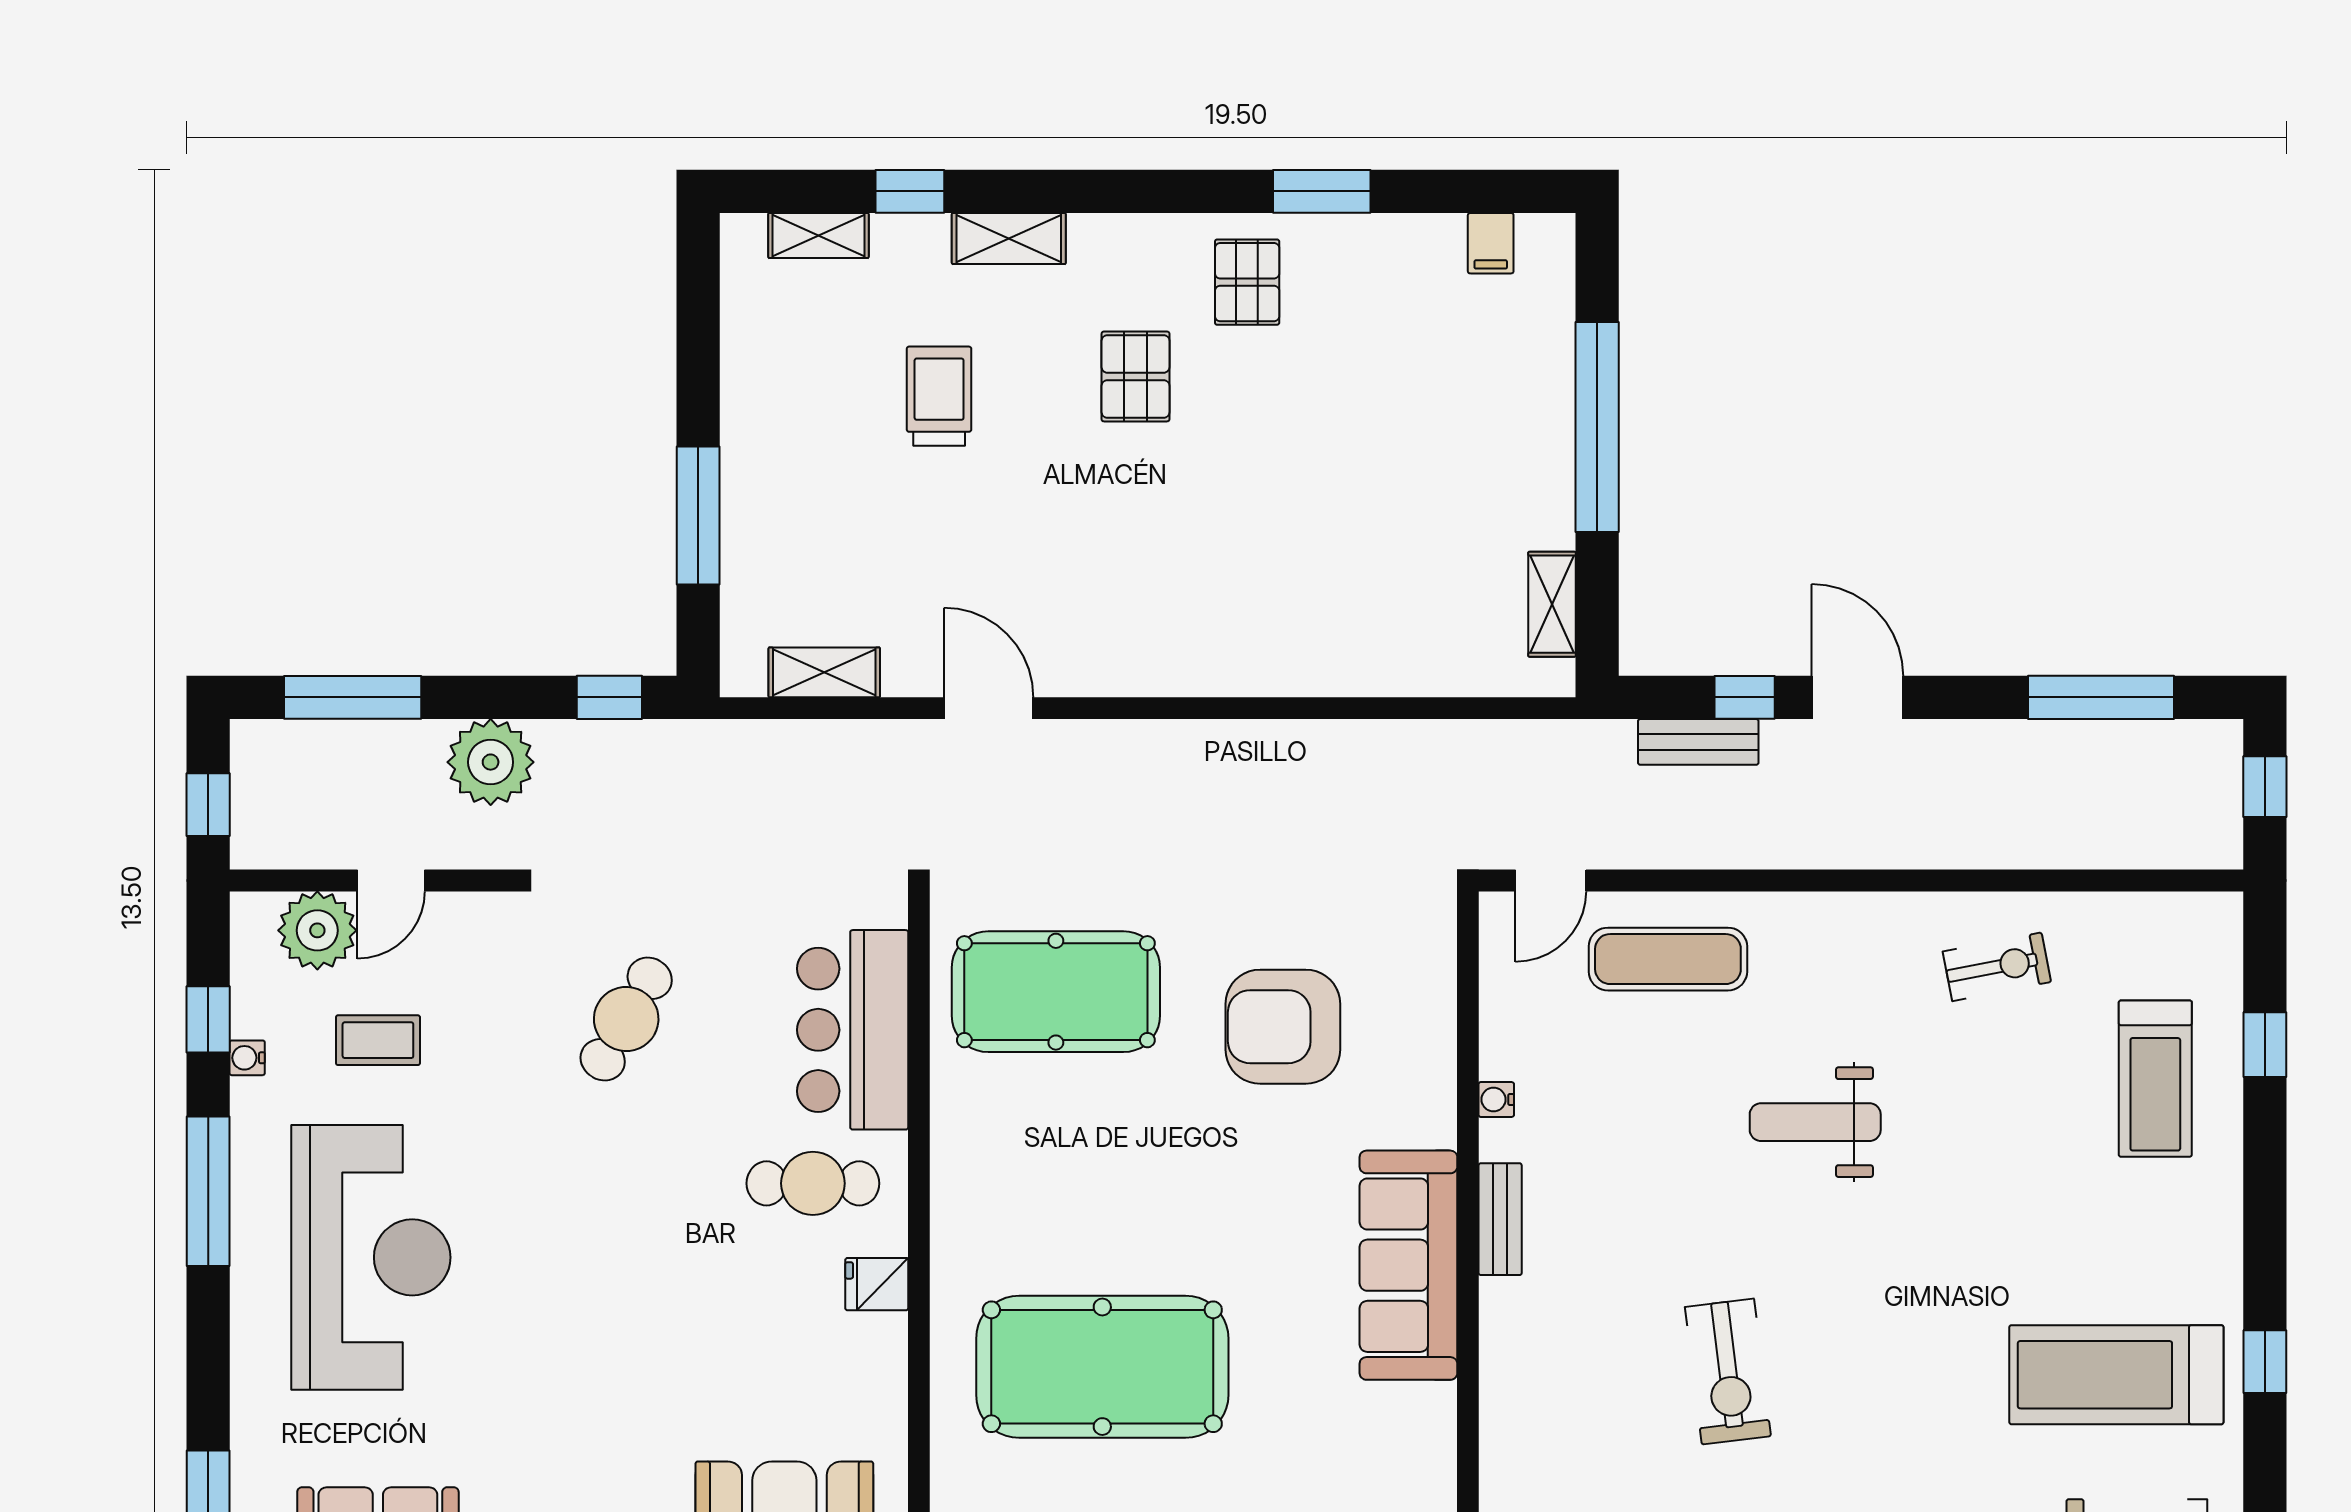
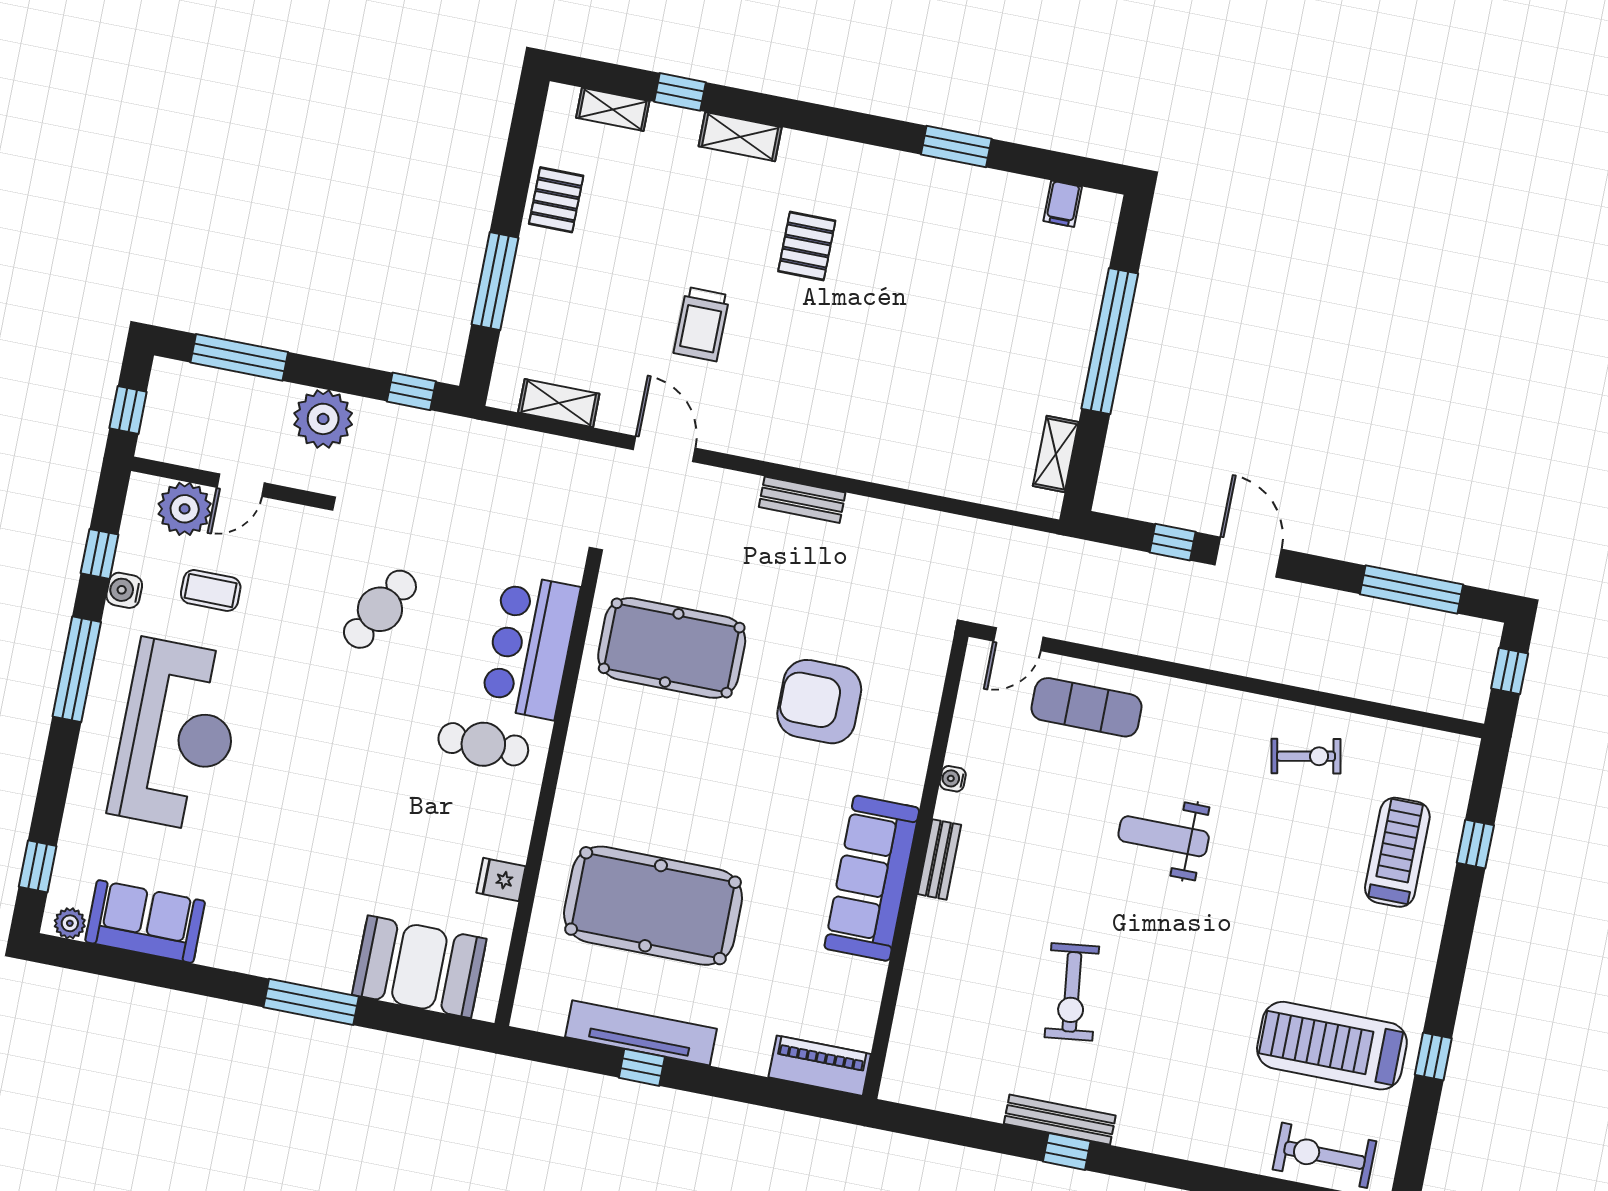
pallet: (1247, 282) -> (556, 200), moved
trolley: (939, 396) -> (702, 324), moved, turned 180
bench: (1698, 742) -> (802, 500), moved
water cooler: (247, 1058) -> (124, 590), width x1.38, depth x1.38
treadmill: (2155, 1079) -> (1397, 852), turned 180
fridge: (877, 1284) -> (501, 879), moved

